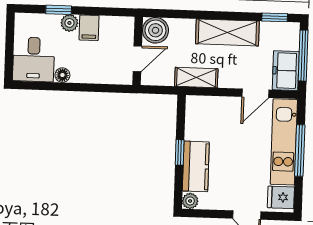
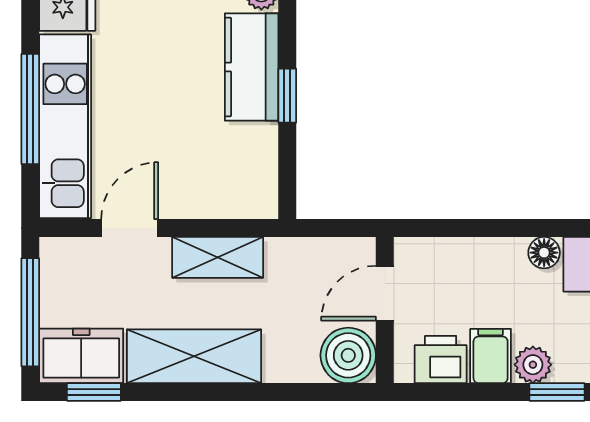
printer: (112, 27) -> (441, 359), added
freezer: (286, 71) -> (81, 356), moved, turned -90
shelving: (196, 78) -> (218, 257), moved

